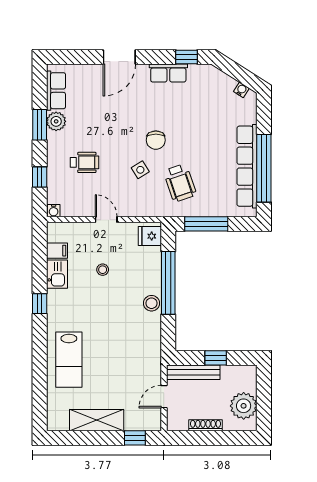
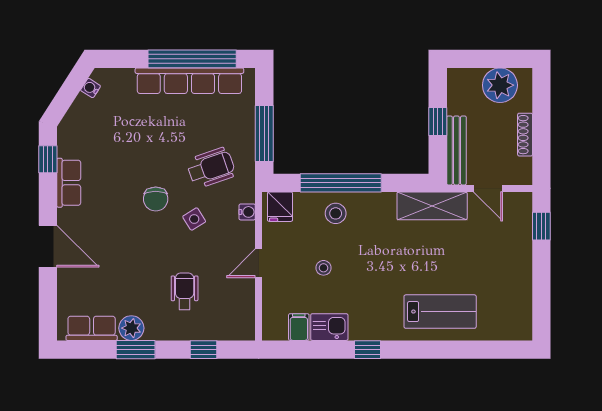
chair: (156, 140) -> (156, 199), turned 90
water cooler: (54, 211) -> (247, 212), moved
stool: (152, 303) -> (336, 213), moved
shelving: (97, 420) -> (432, 206), moved, turned 90

